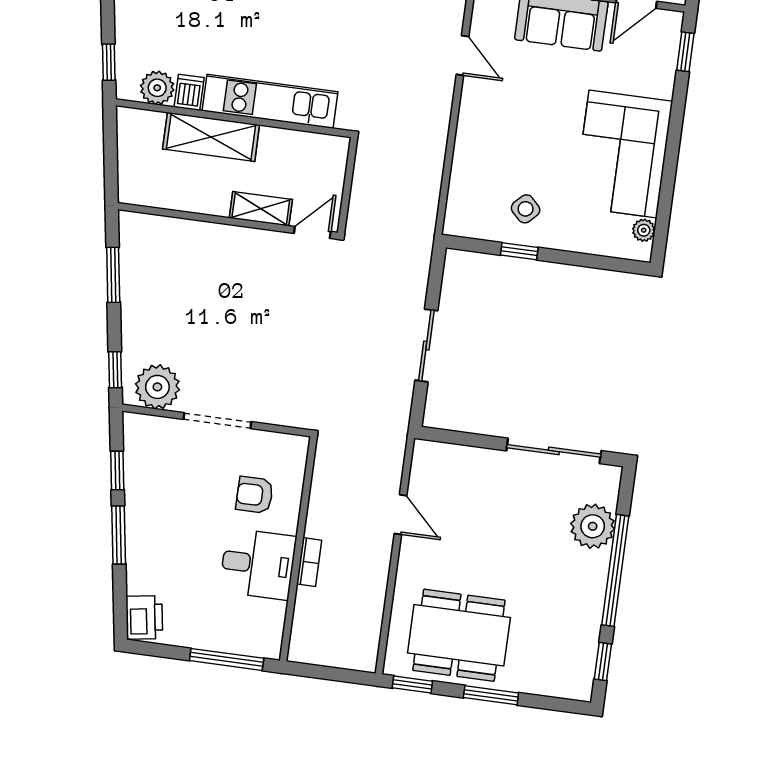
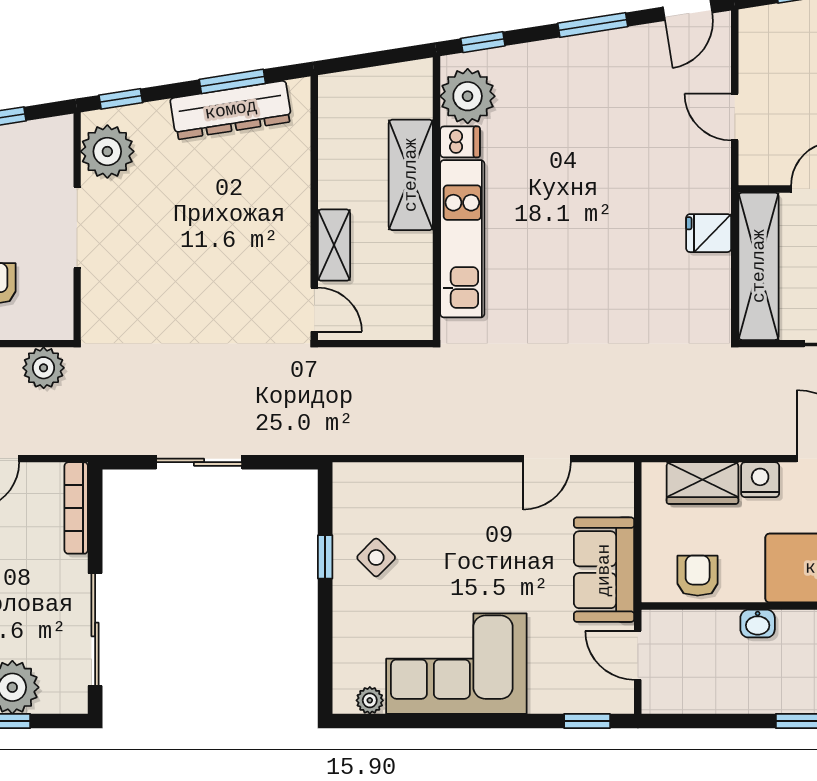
plant: (157, 88) -> (468, 96), width x1.36, depth x1.36
dresser: (137, 279) -> (231, 110), added
bookcase: (451, 453) -> (76, 508), added
plant: (330, 464) -> (44, 368), added

